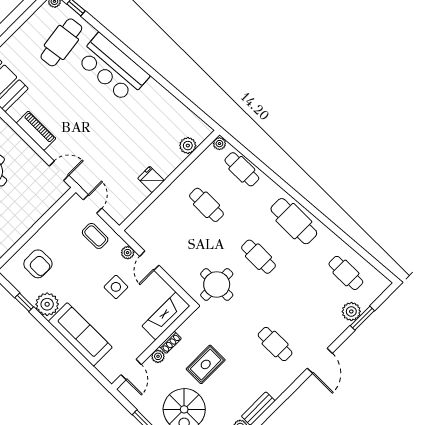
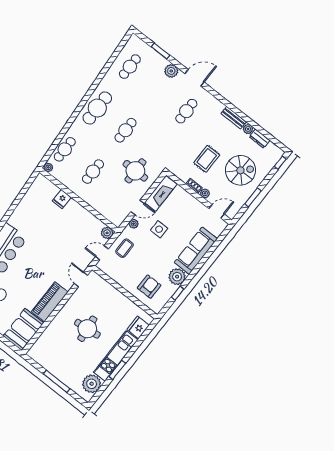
piano: (36, 131) -> (50, 302), width x1.37, depth x1.33
plant: (188, 146) -> (107, 233), moved
fridge: (151, 179) -> (62, 199), moved
round table: (217, 284) -> (135, 171), moved
plant: (351, 311) -> (171, 71), moved
fireplace: (166, 316) -> (161, 193), moved, turned -90
rug: (206, 364) -> (207, 159), turned 90

